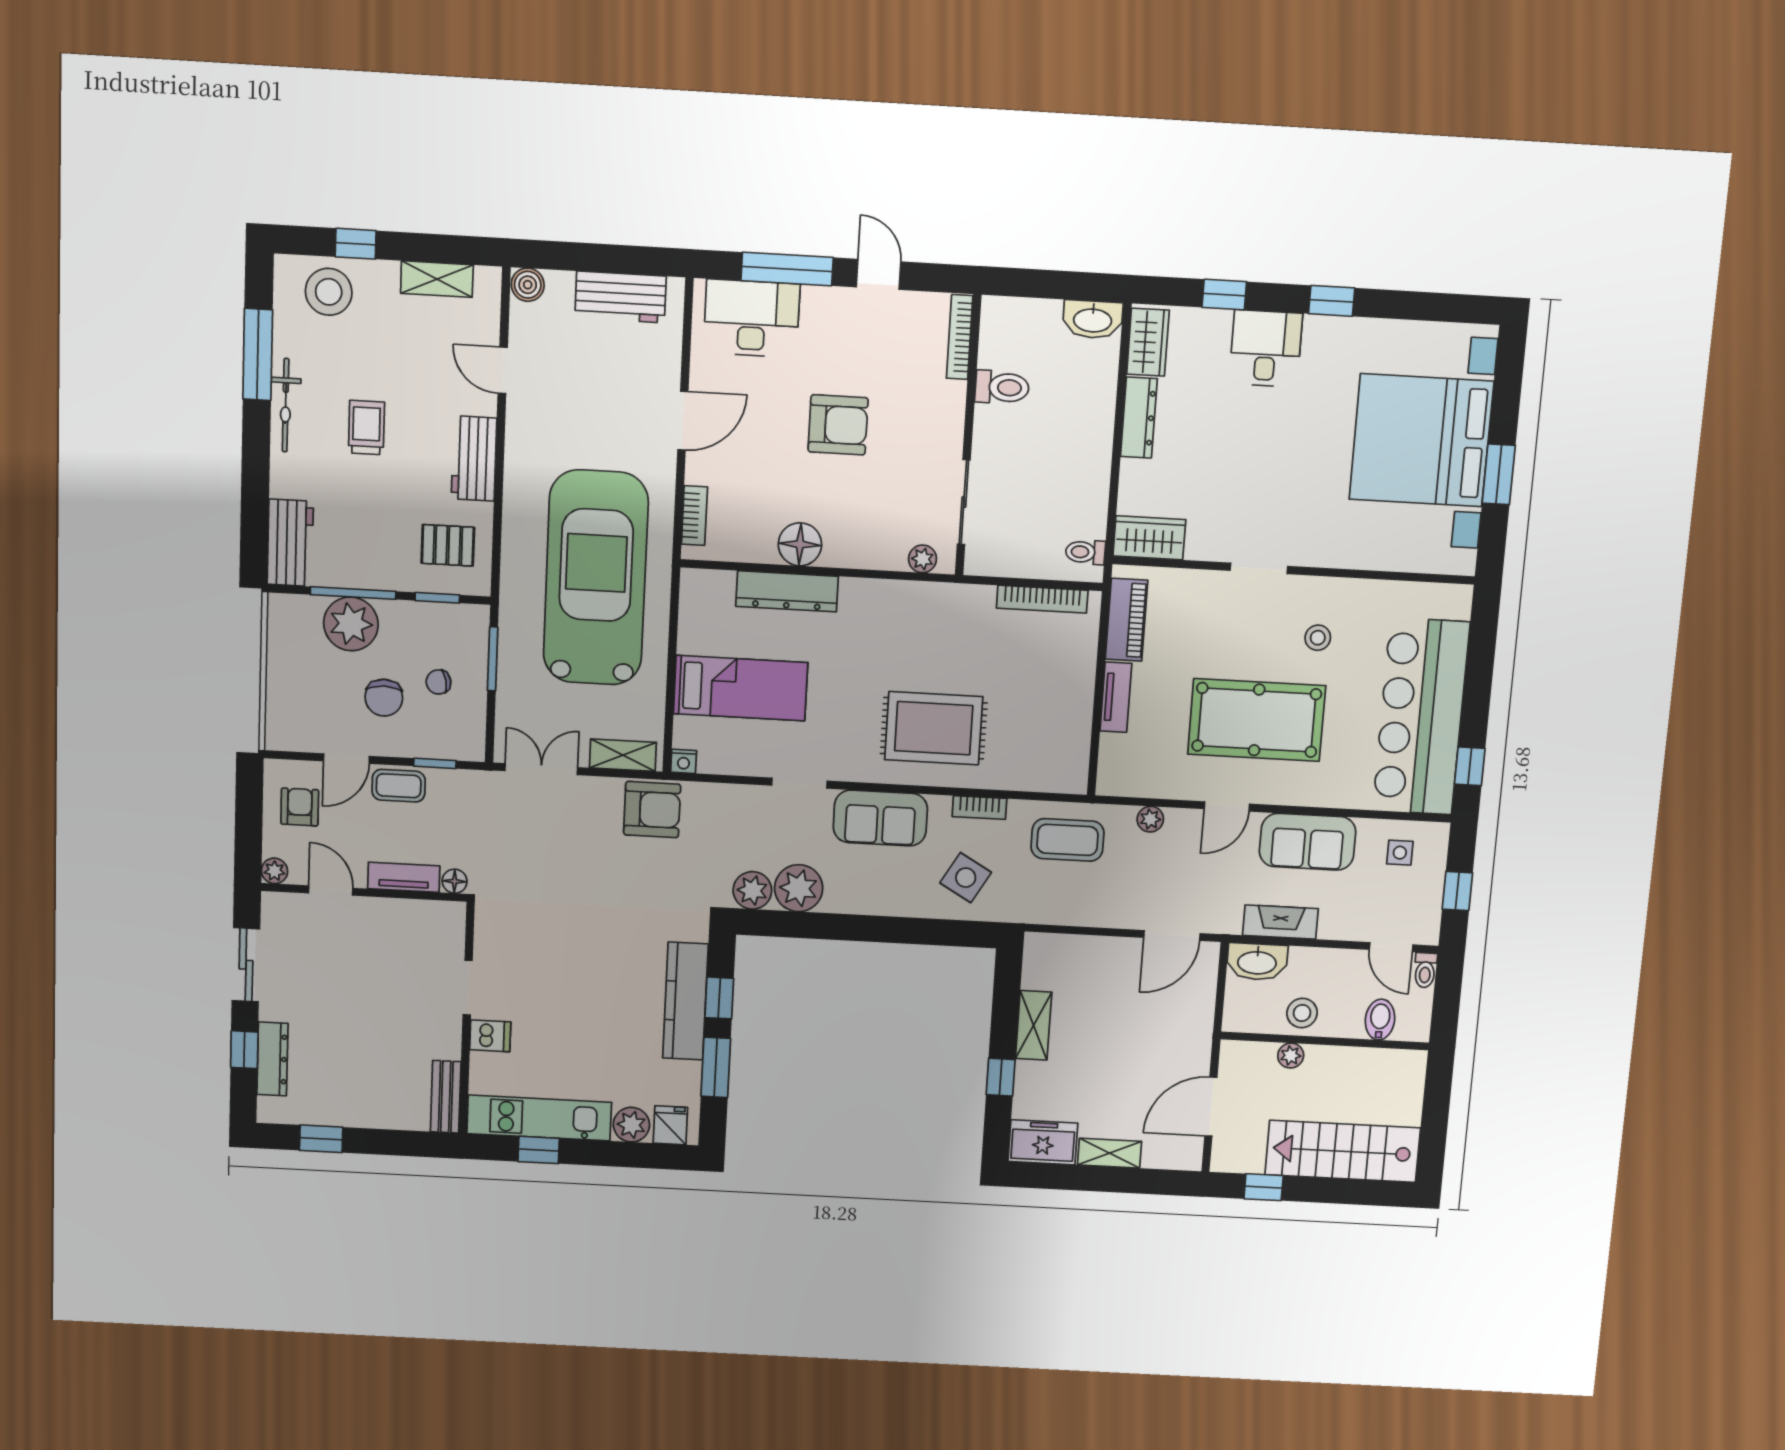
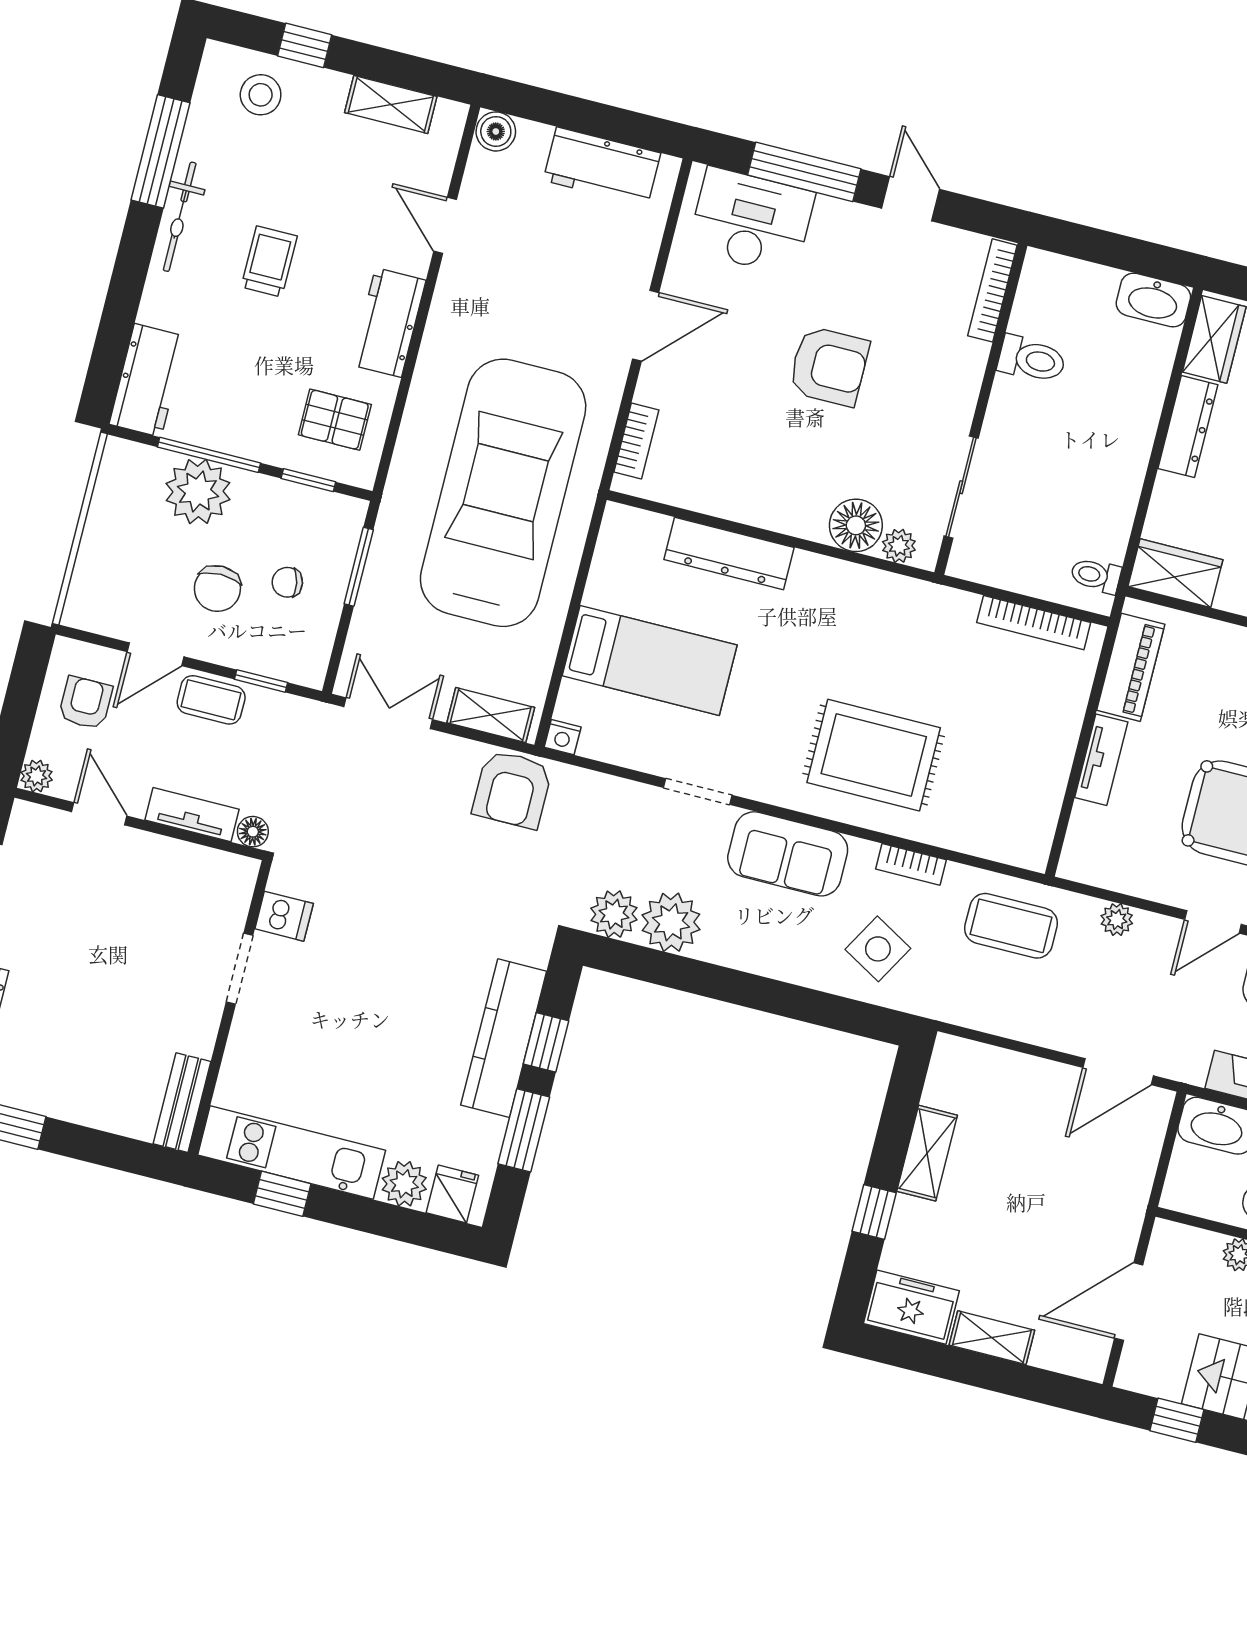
stool: (329, 292) -> (261, 95), width x0.73, depth x0.73
floor lamp: (800, 544) -> (856, 525), moved
armchair: (652, 810) -> (512, 789), turned 90
dishwasher: (490, 1036) -> (284, 916), moved

